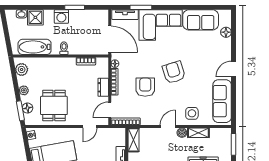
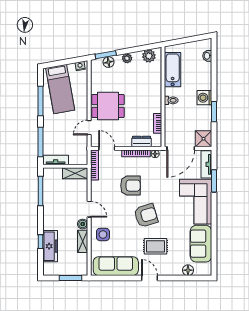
shower: (35, 17) -> (204, 139), moved
rug: (203, 63) -> (155, 246), added
dresser: (103, 87) -> (142, 141), moved
dining table: (54, 105) -> (108, 106), moved
door: (90, 127) -> (89, 128), hinge flipped

